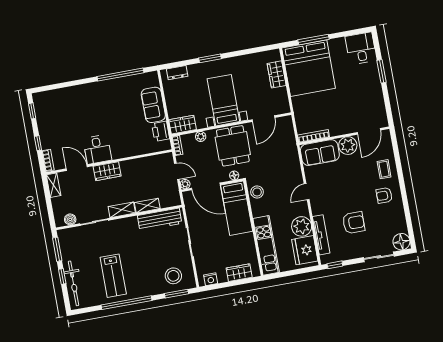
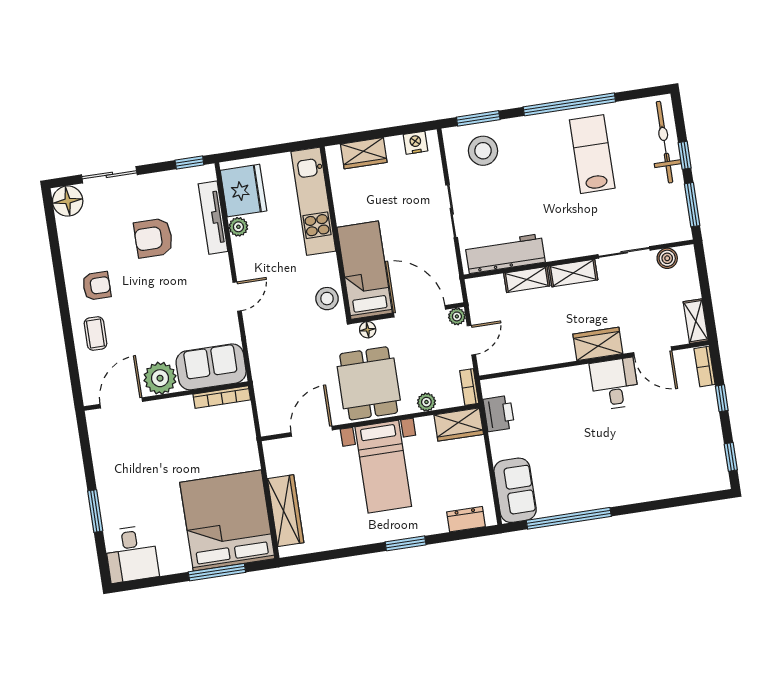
wardrobe: (277, 74) -> (286, 511), width x1.50
sofa: (153, 105) -> (515, 490), moved
door: (177, 171) -> (471, 340), swing flipped
plant: (302, 226) -> (238, 227), width x0.53, depth x0.53

